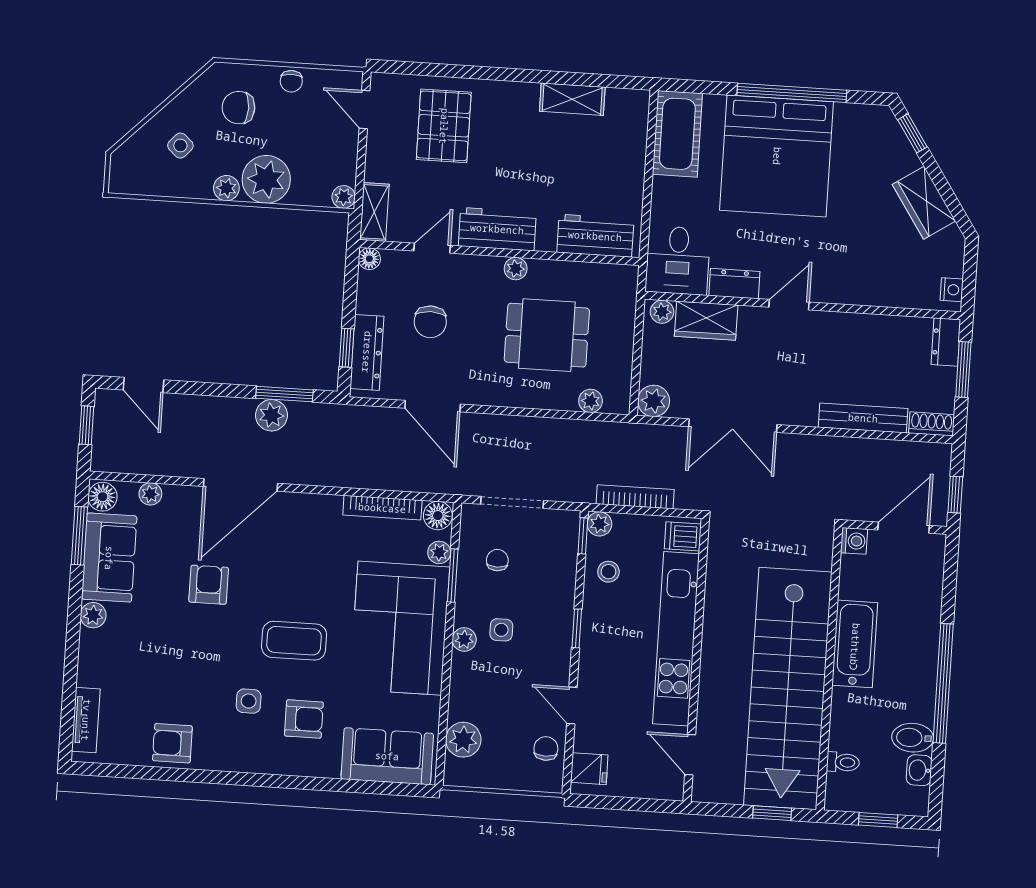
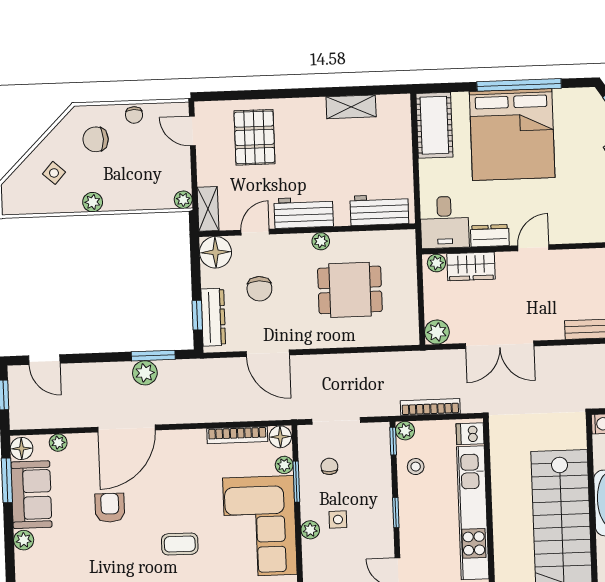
plant: (266, 179) -> (122, 192), removed
floor lamp: (369, 259) -> (216, 252), width x1.89, depth x1.89
plant: (591, 401) -> (389, 337), removed
coffee table: (294, 641) -> (180, 544), width x0.73, depth x0.77

